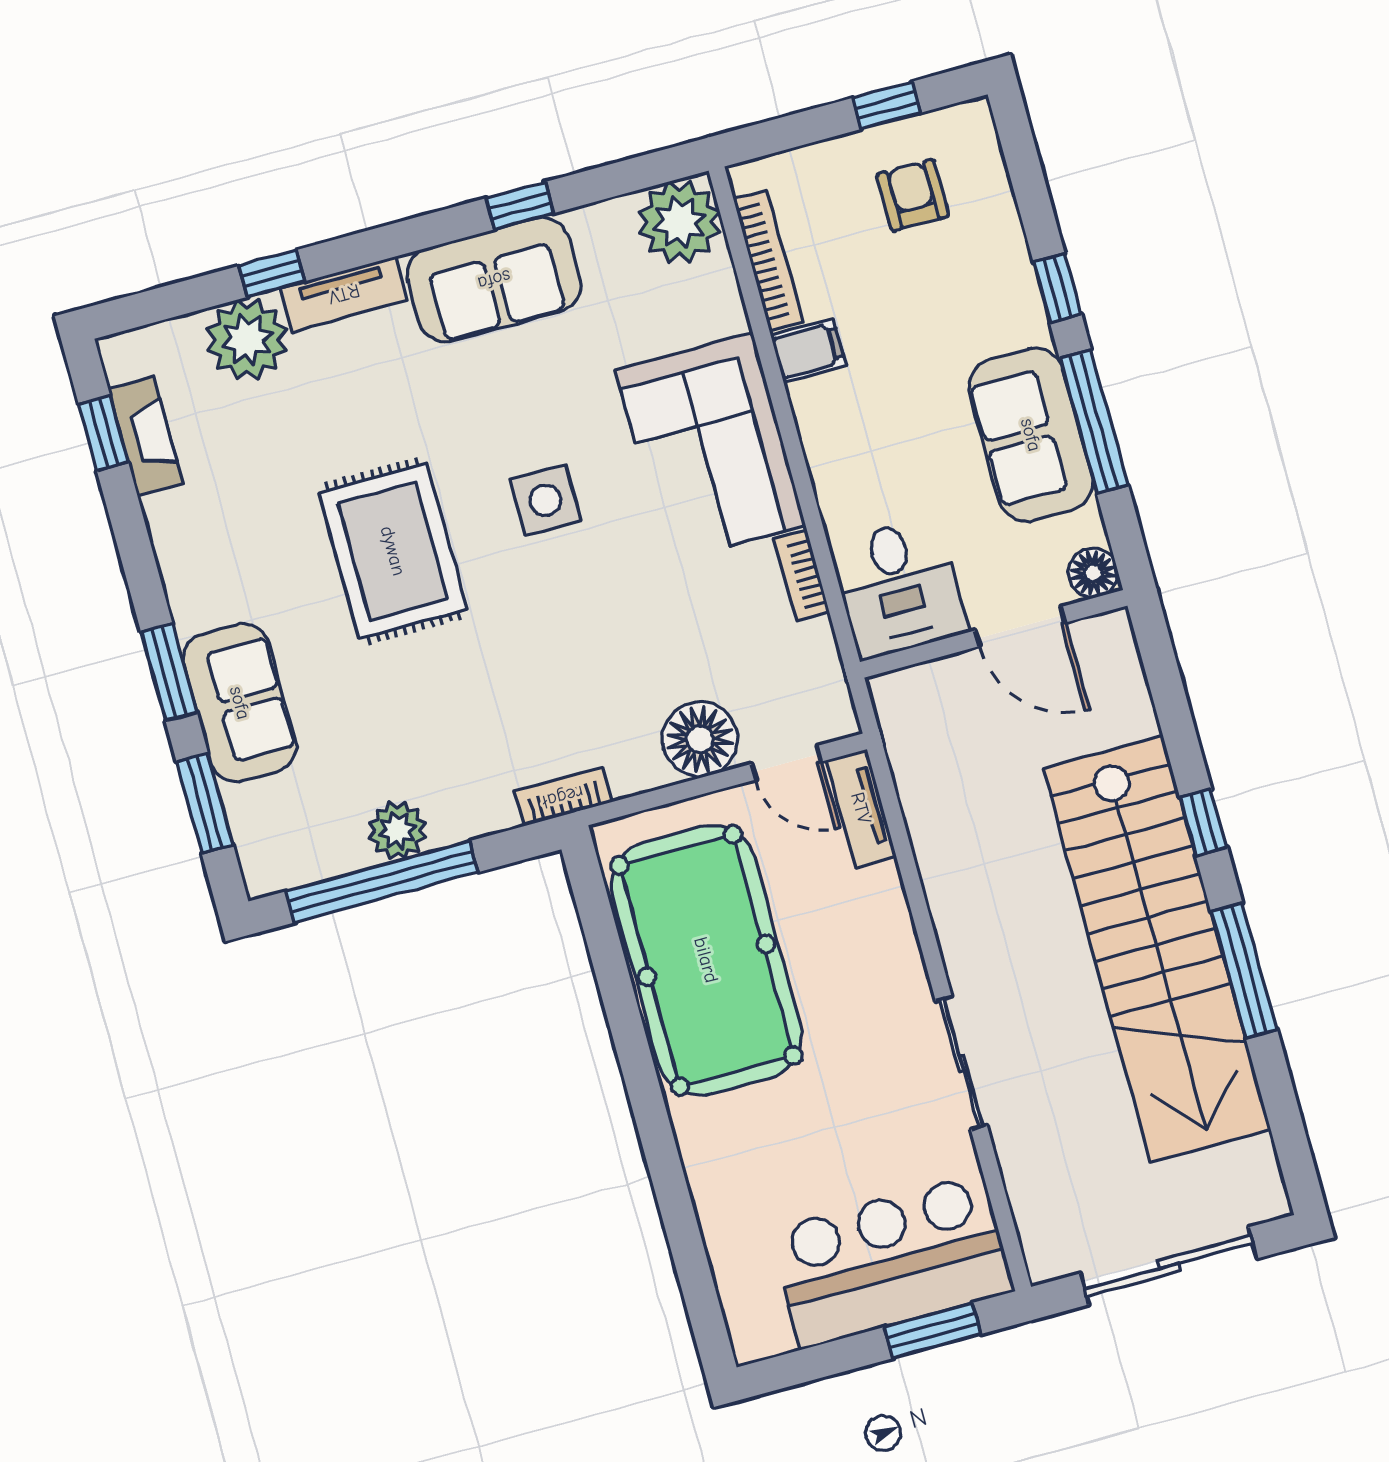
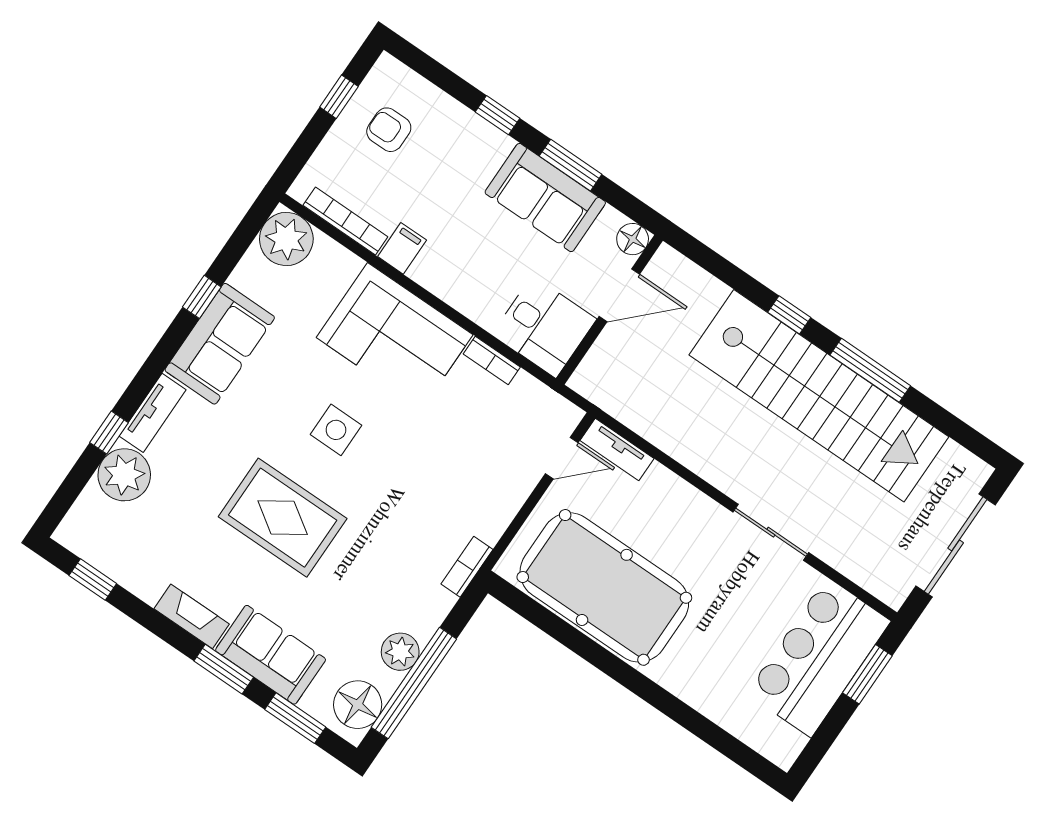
window: (1094, 422) -> (571, 165), width x0.69
fireplace: (146, 436) -> (192, 616), moved
floor lamp: (700, 739) -> (358, 705), moved

